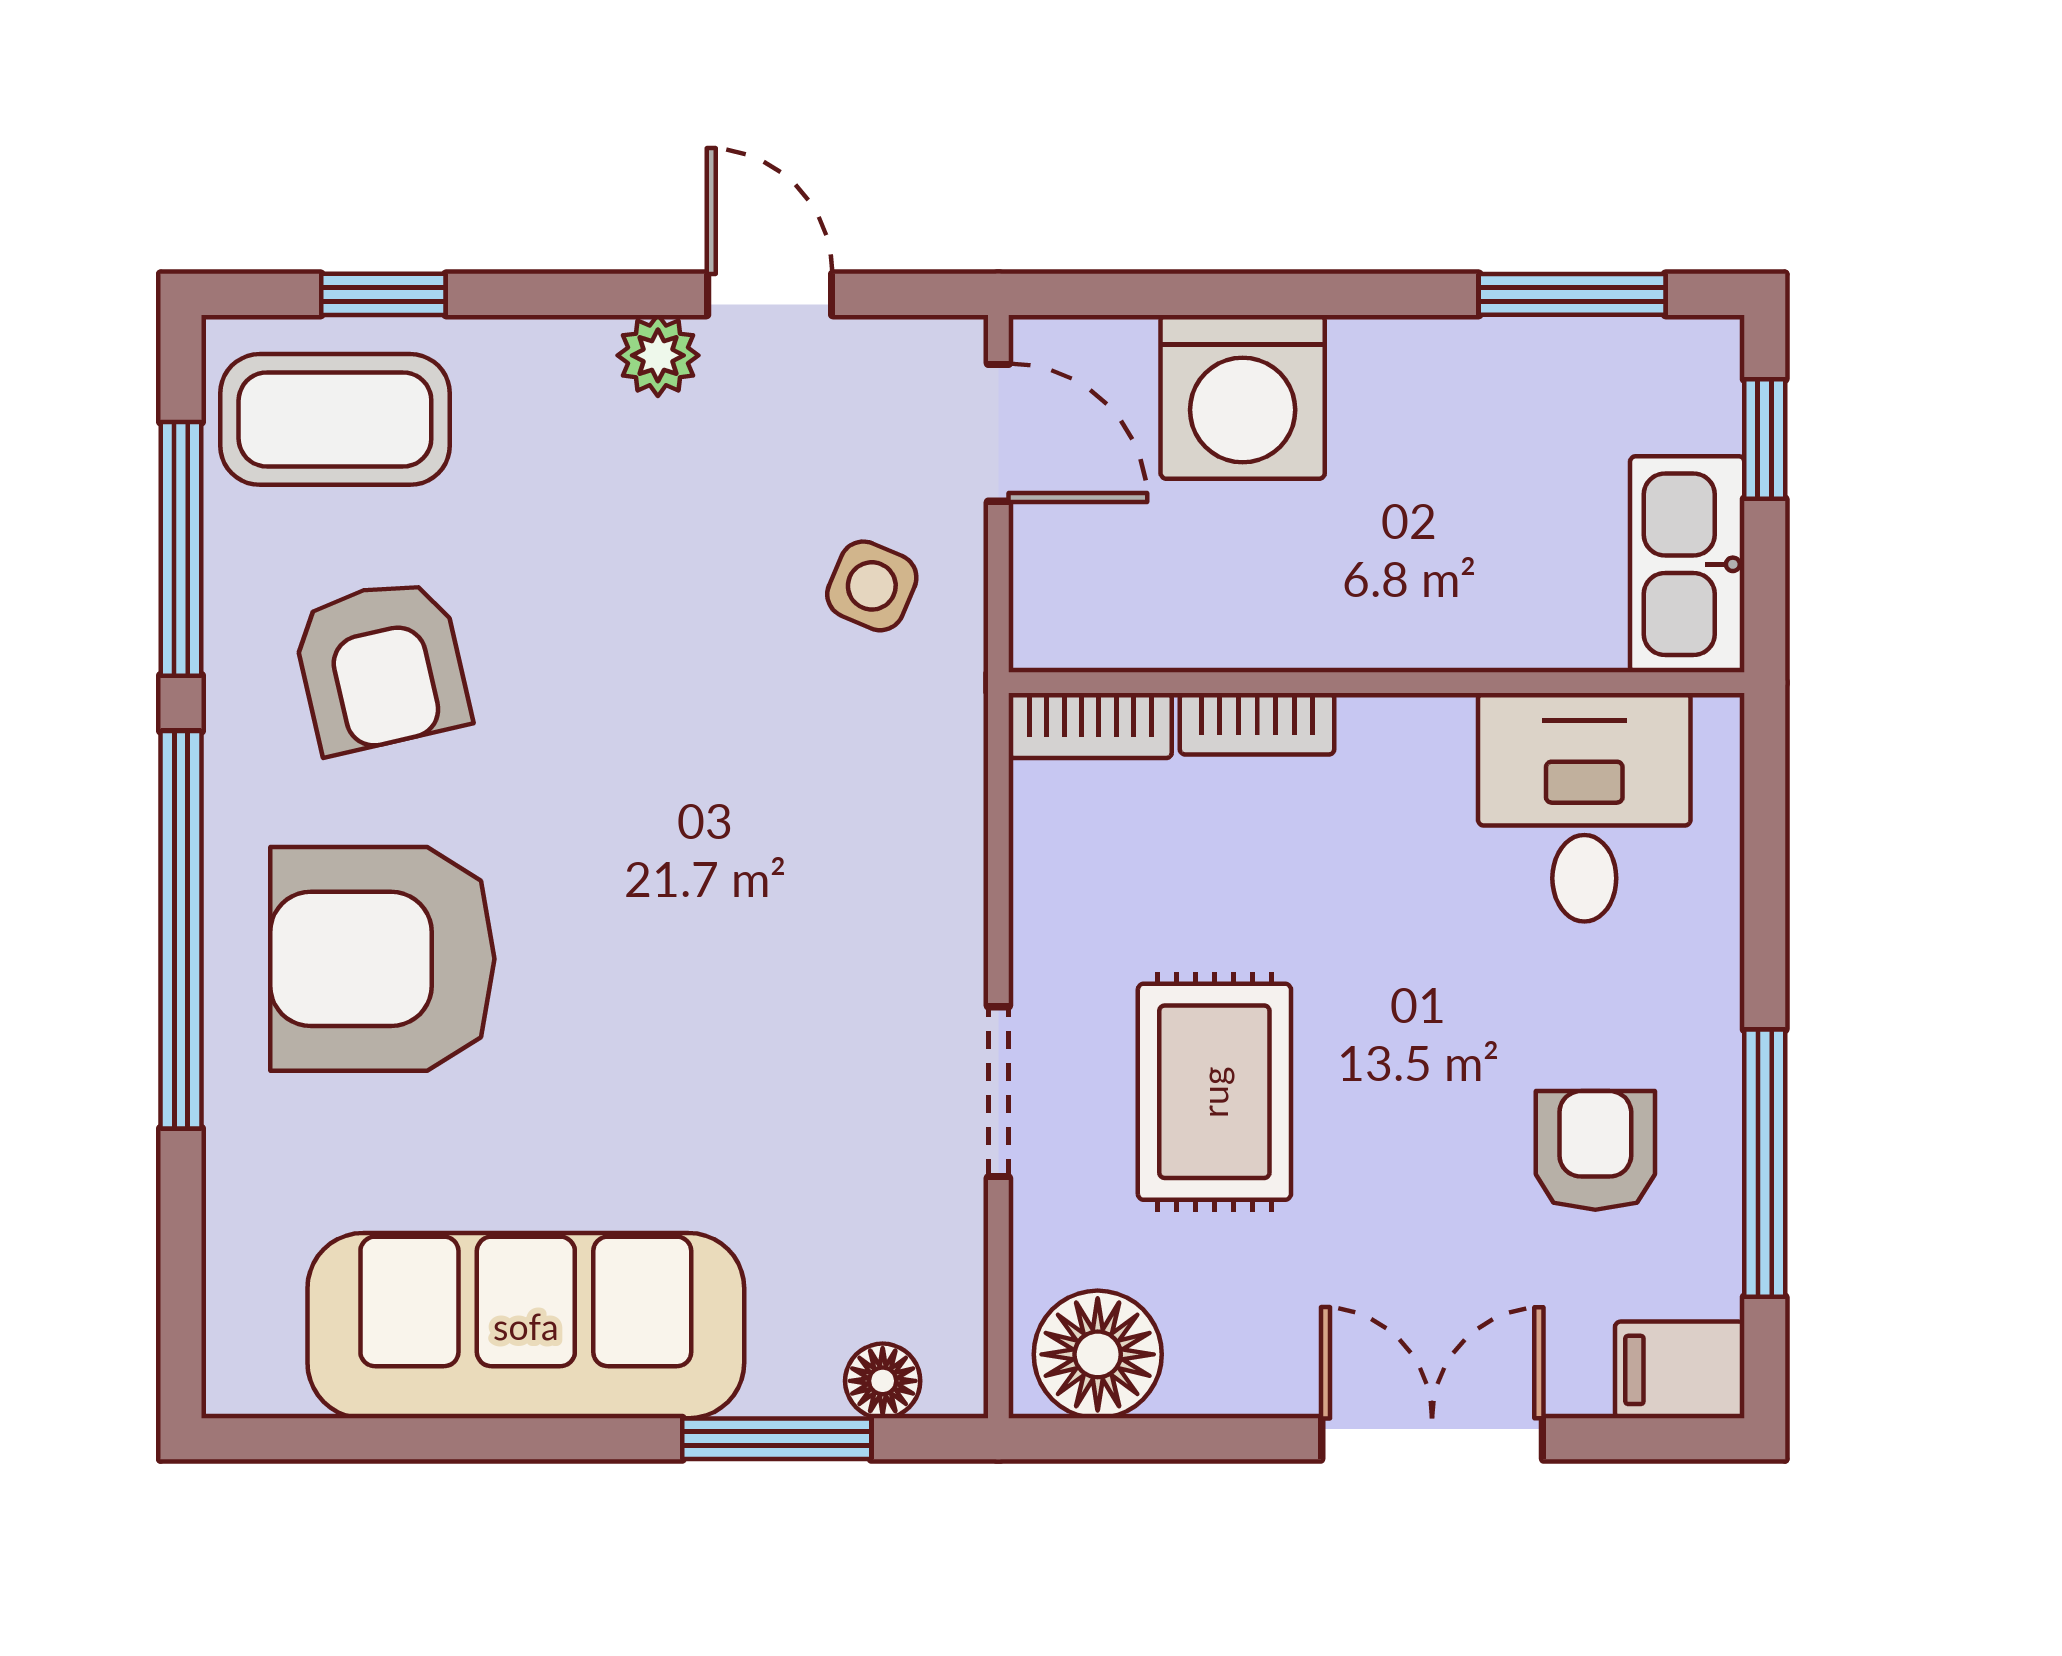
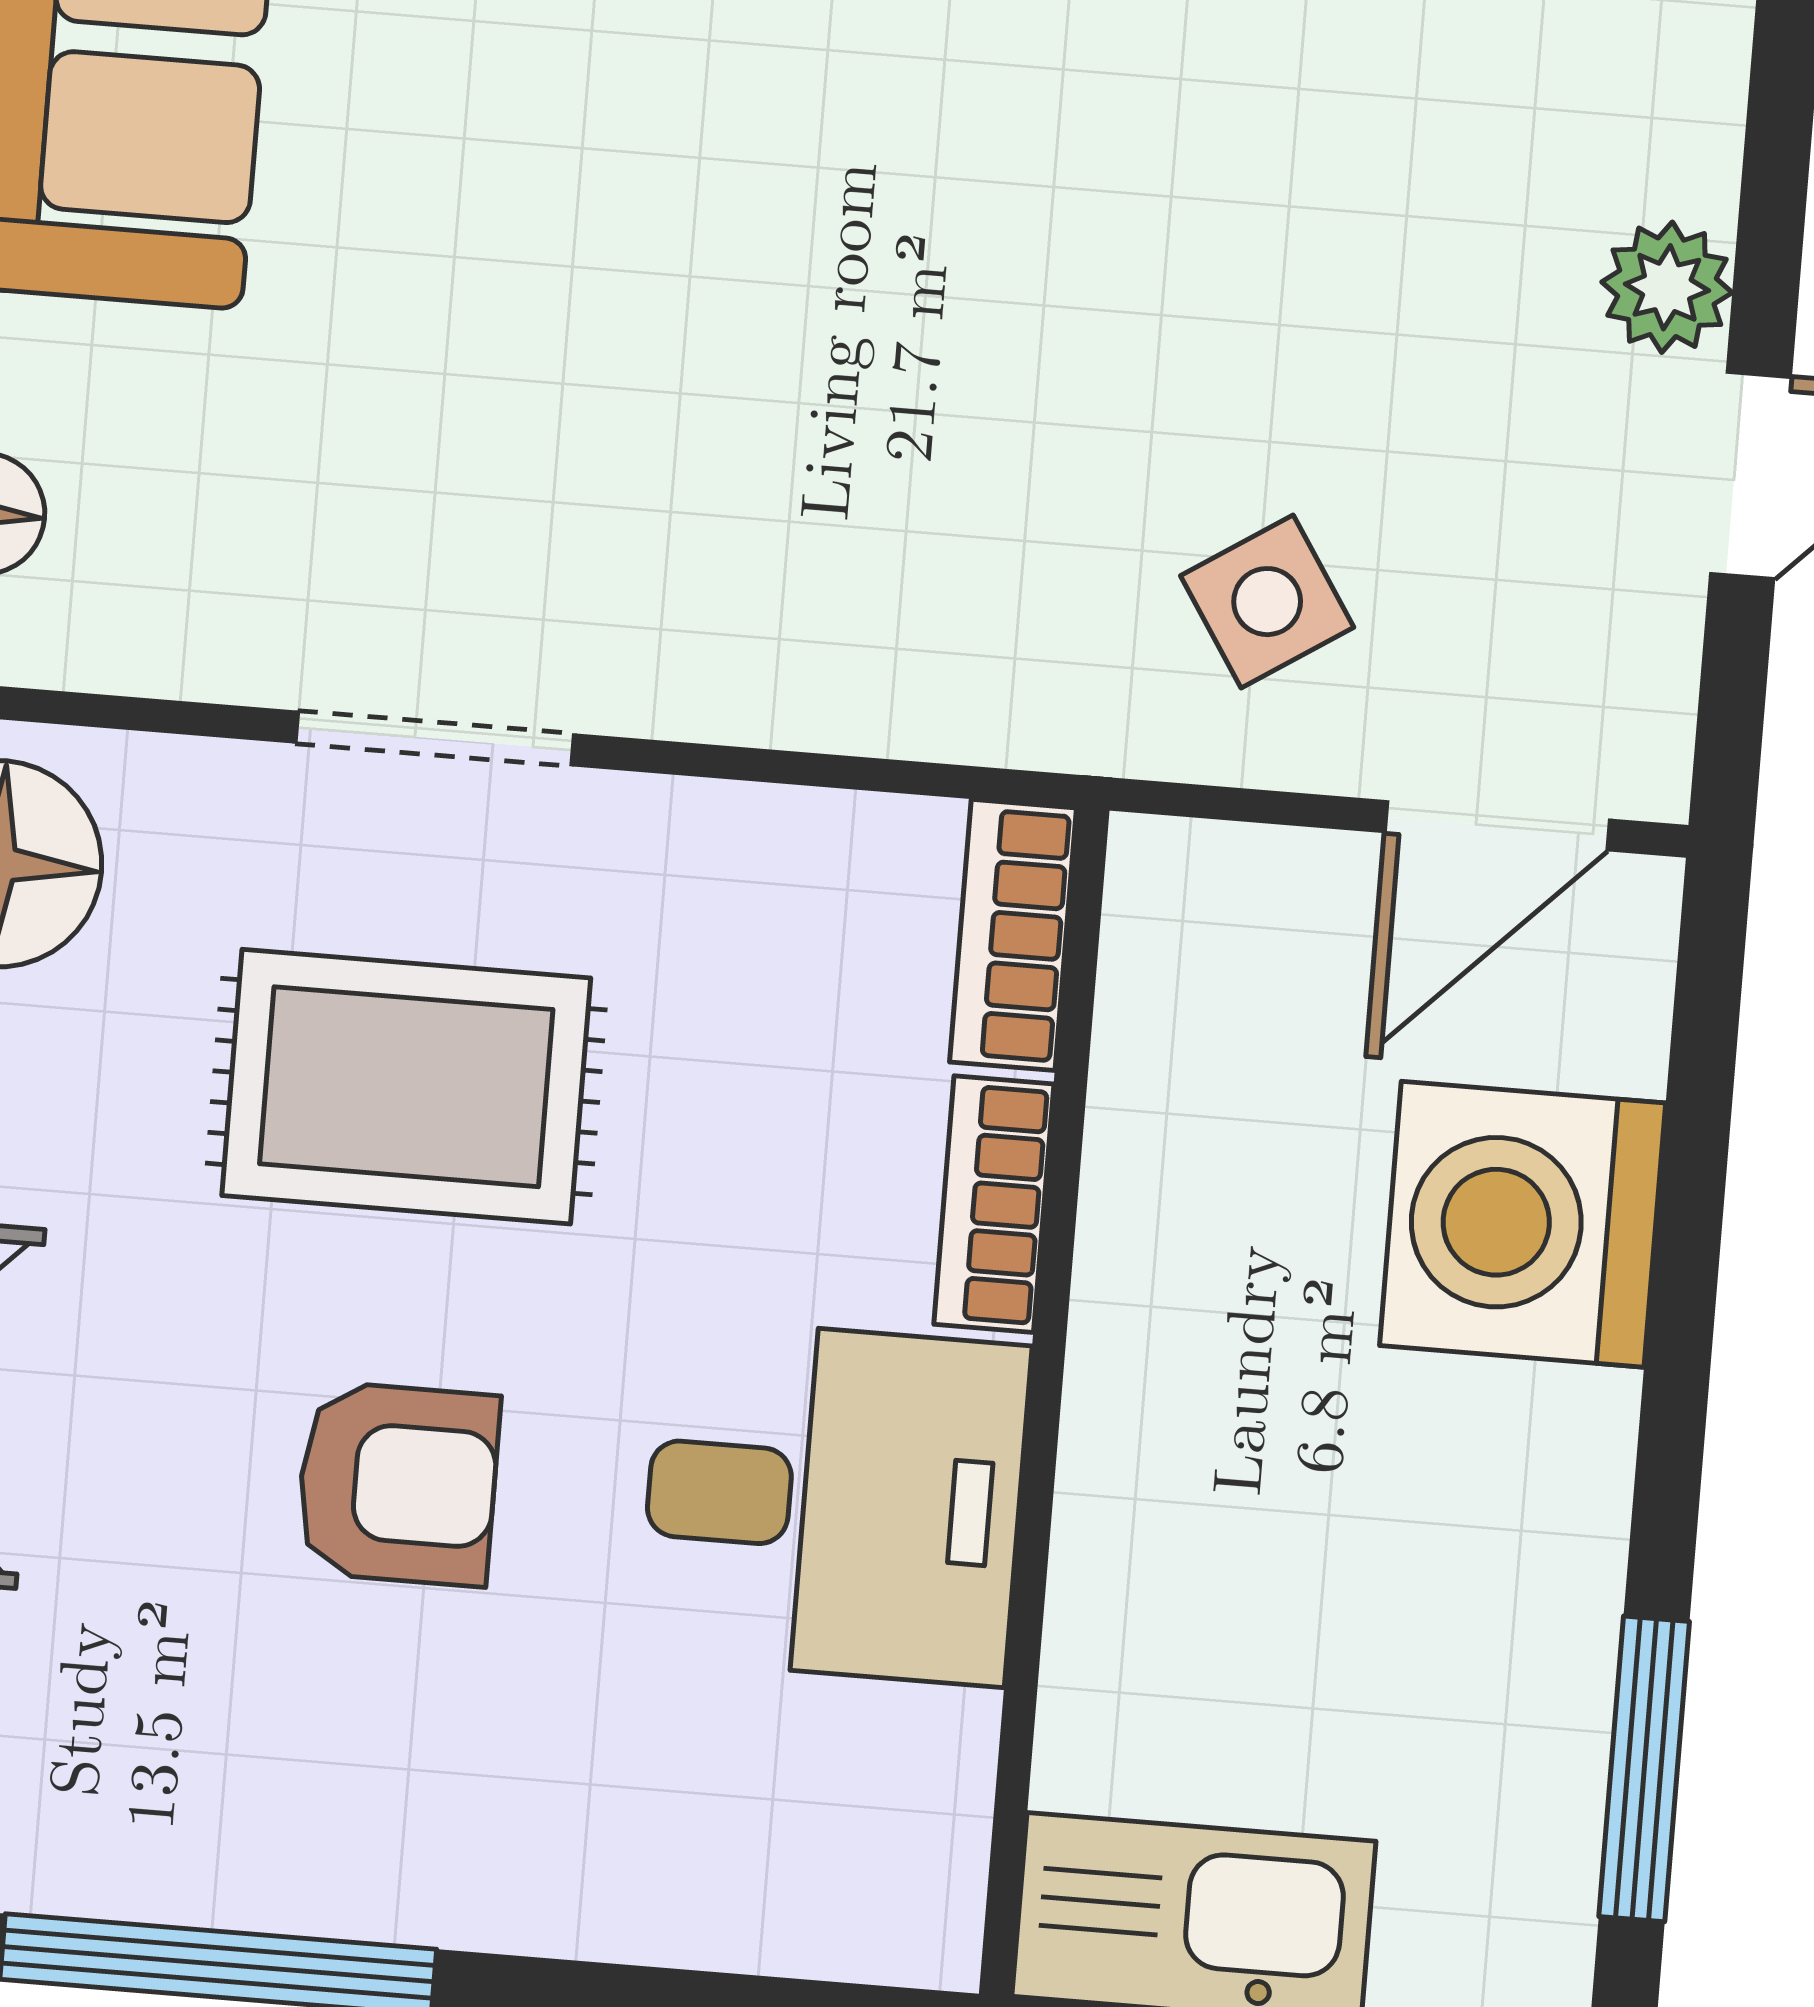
side table: (872, 586) -> (1267, 602), turned 34
desk: (1584, 807) -> (834, 1502), moved
armchair: (1595, 1150) -> (398, 1484), moved

